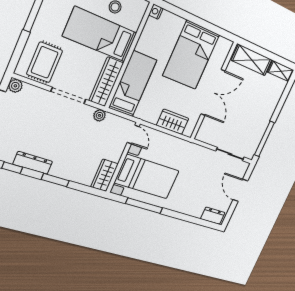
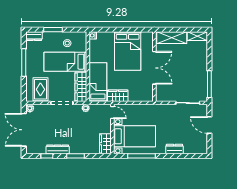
wardrobe: (173, 122) -> (118, 96), moved
dresser: (213, 216) -> (174, 149), moved

